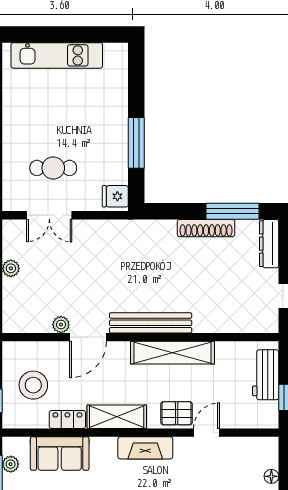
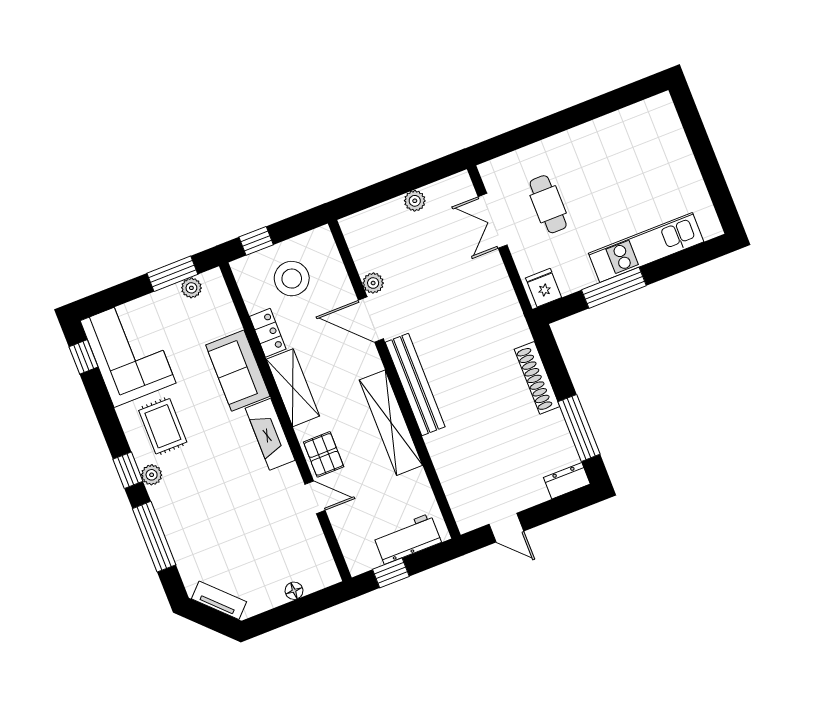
kitchen unit: (57, 55) -> (646, 248), moved, turned 90
shoe rack: (206, 228) -> (537, 378), moved
dresser: (269, 244) -> (567, 481), width x0.70
sofa: (60, 454) -> (238, 371), moved

